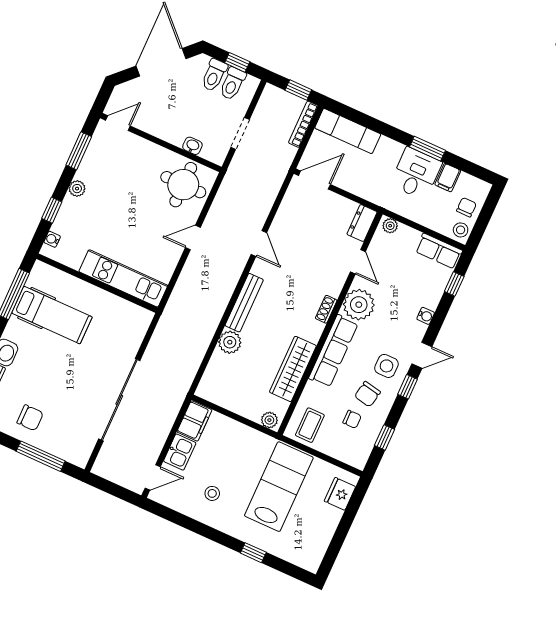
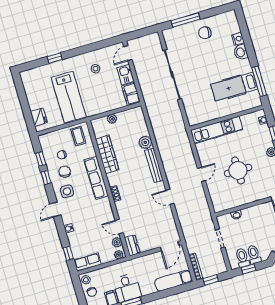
round table: (183, 185) -> (238, 170), moved
plant: (359, 305) -> (117, 242), moved, width x0.53, depth x0.53
window: (407, 387) -> (46, 178), moved
plant: (269, 420) -> (112, 119), moved

